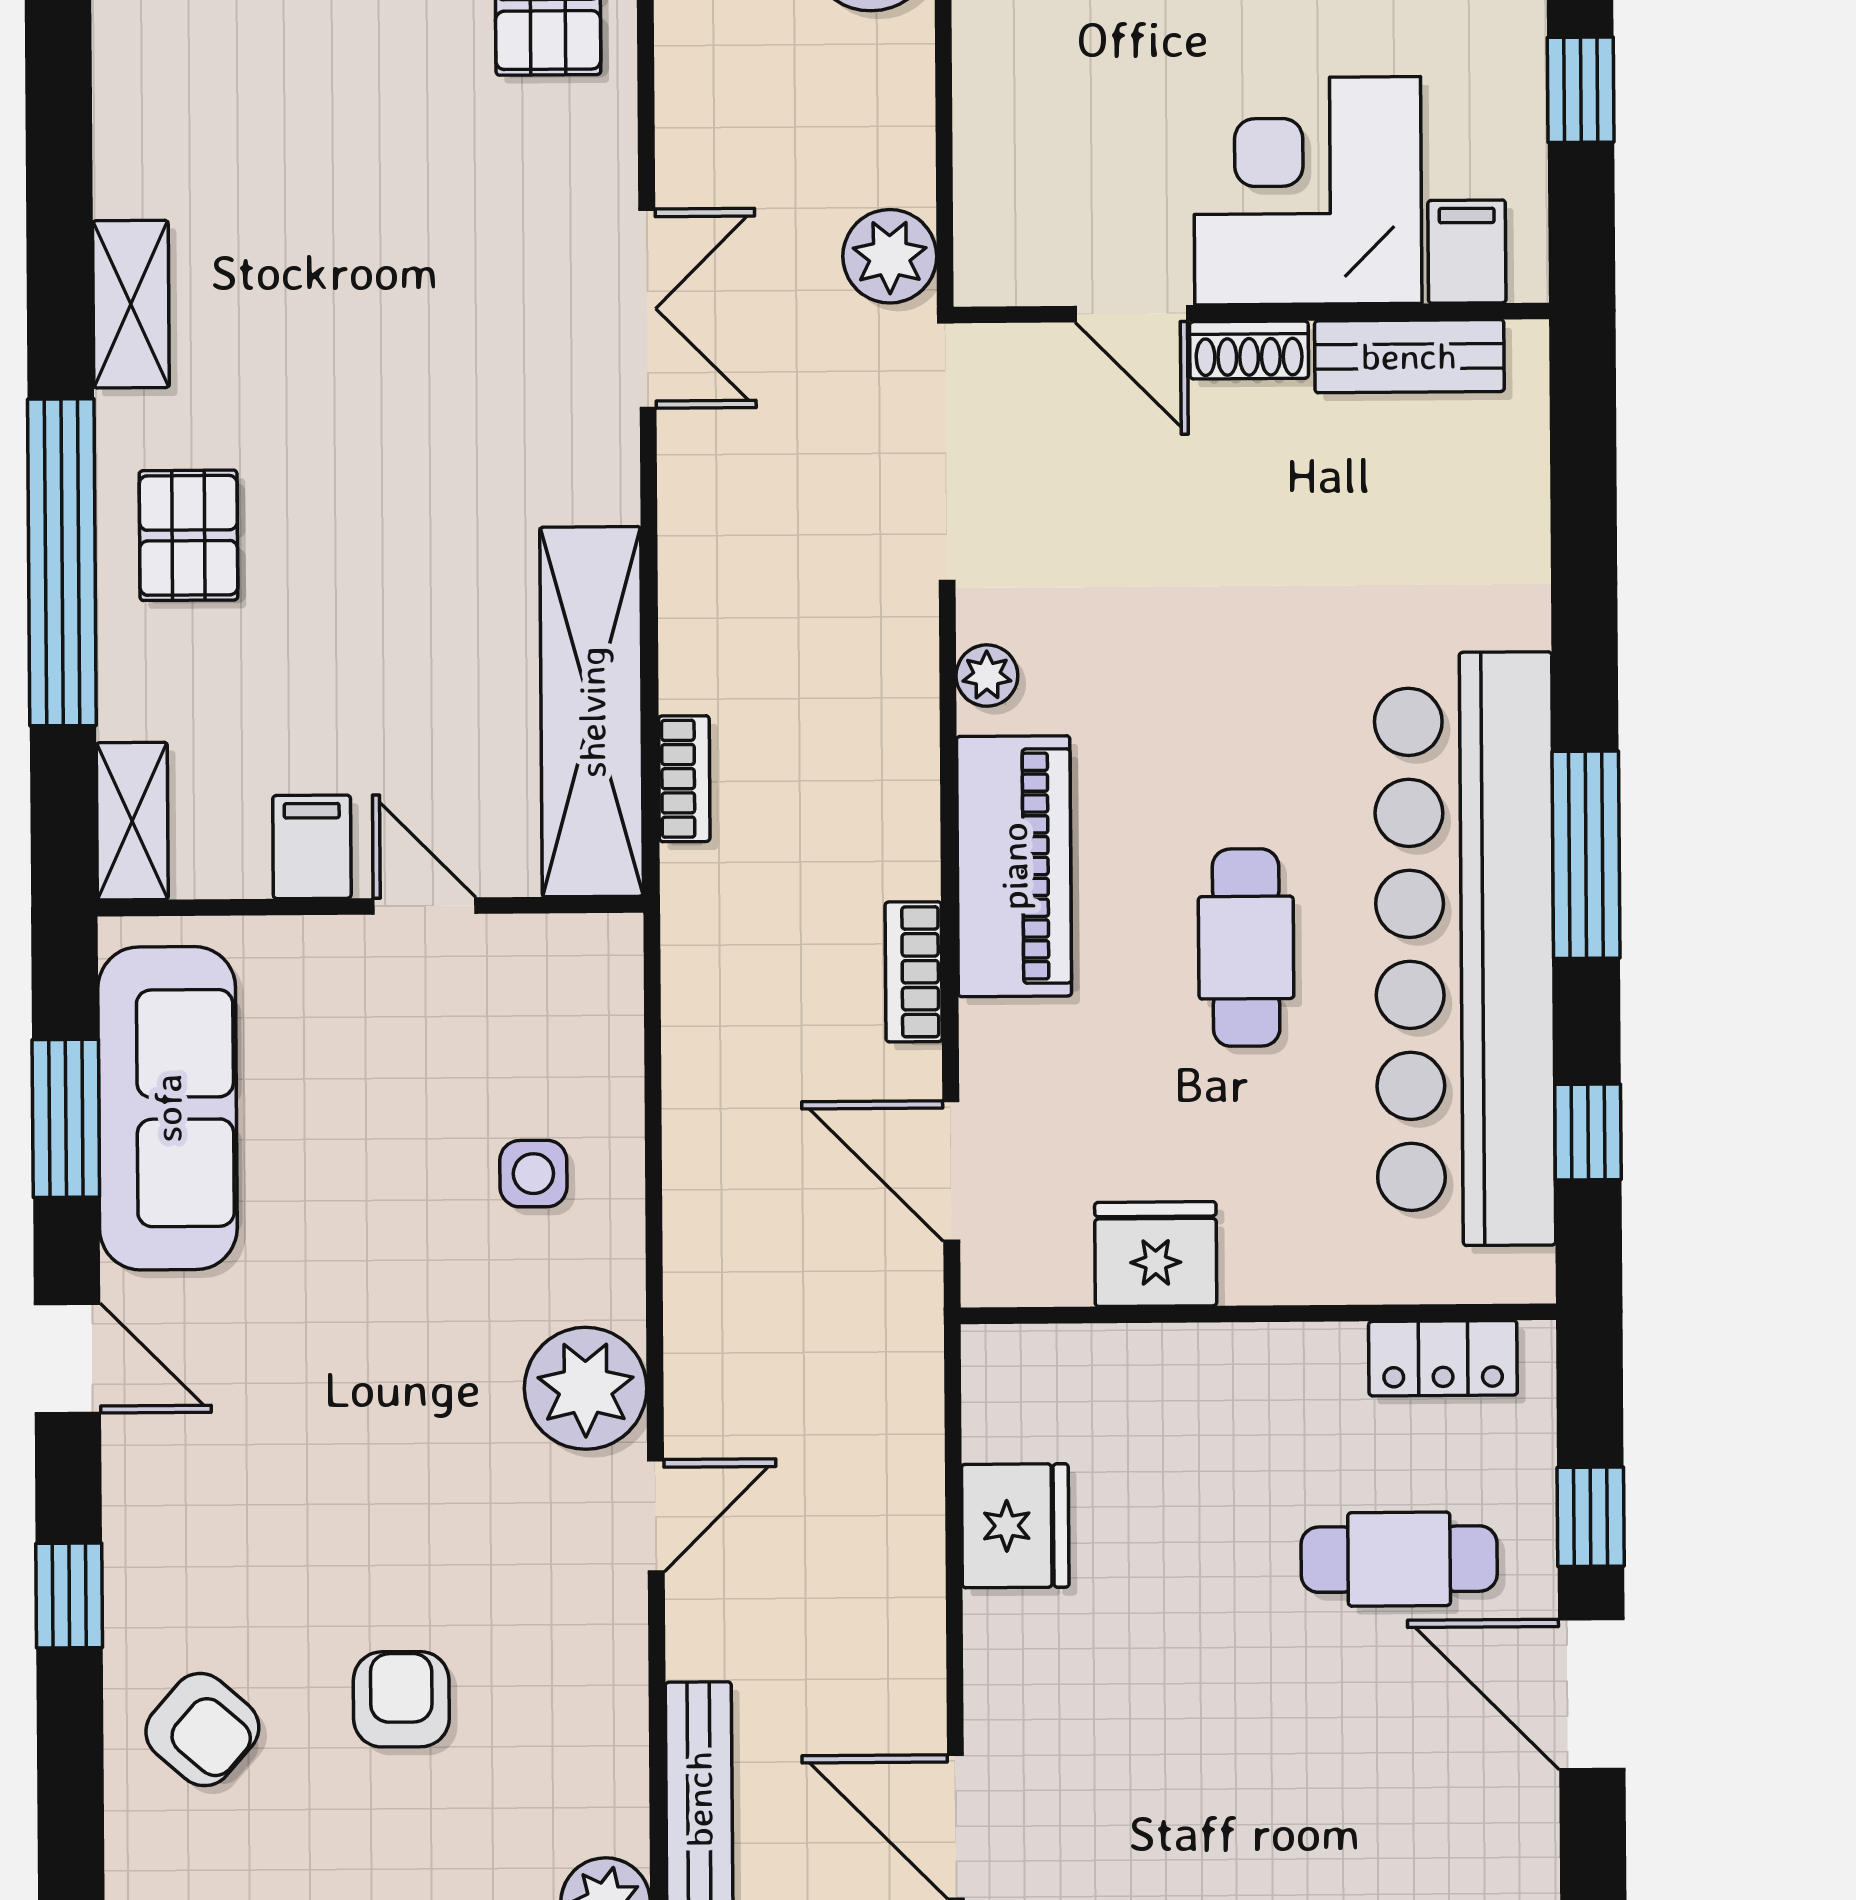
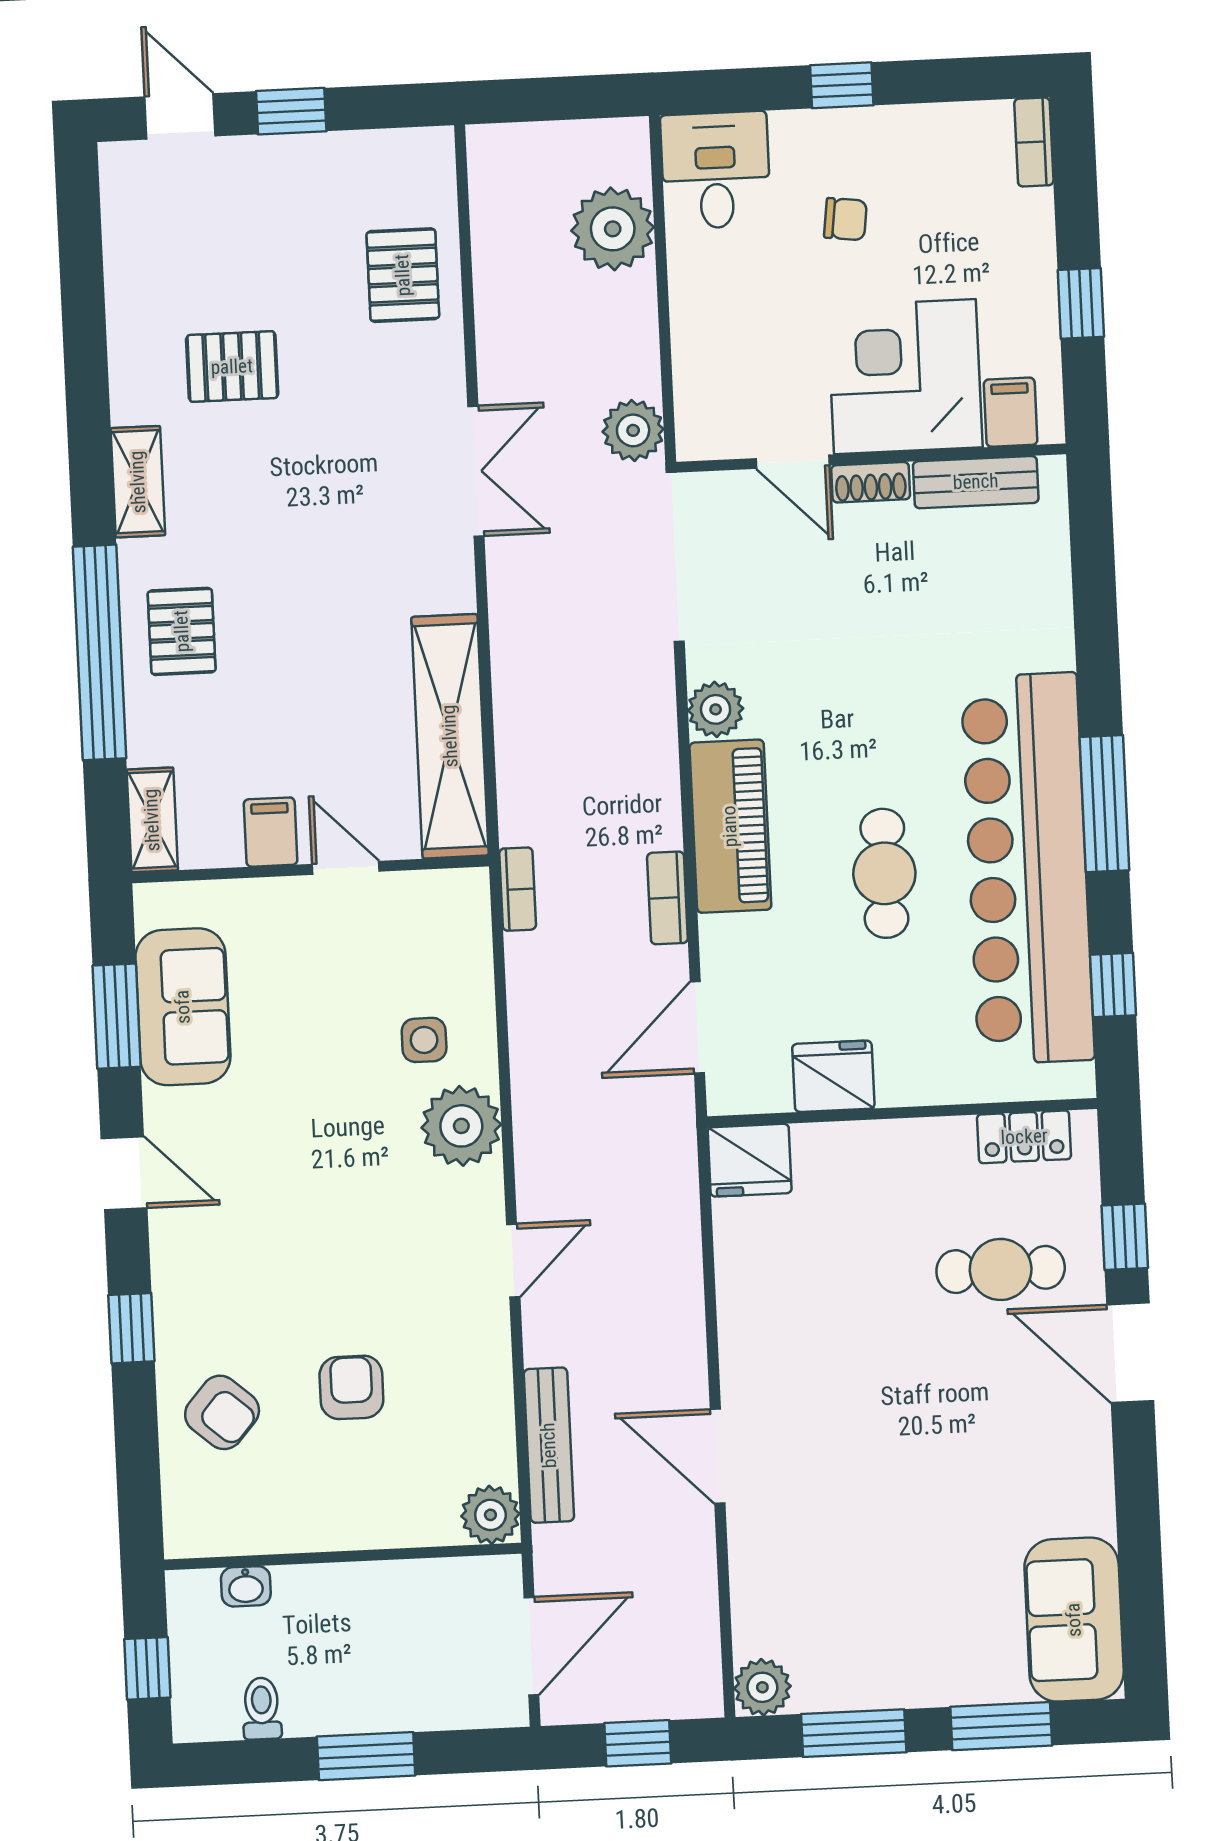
pallet: (282, 134) -> (232, 367), added
plant: (987, 676) -> (716, 709), width x1.38, depth x1.38
bookcase: (684, 779) -> (518, 889), moved
sofa: (168, 1108) -> (183, 1007), width x0.73
door: (951, 1171) -> (697, 1027), hinge flipped
plant: (586, 1388) -> (461, 1126), moved
fridge: (1015, 1526) -> (750, 1160), moved, turned 90

